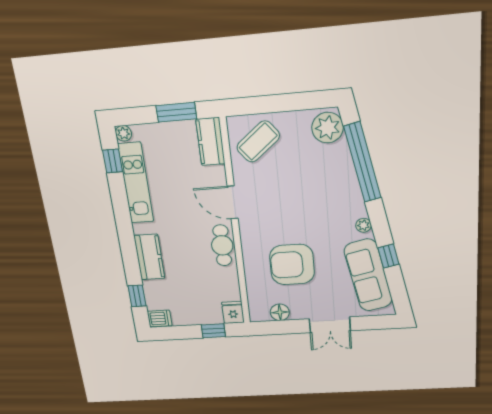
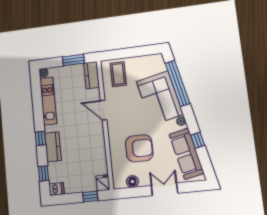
plant: (328, 128) -> (157, 65), removed
coffee table: (258, 142) -> (118, 74), turned -51
window: (113, 161) -> (40, 138), moved
corner sofa: (330, 186) -> (160, 98), added
cafe table: (222, 245) -> (97, 137), removed
armchair: (292, 265) -> (139, 148), turned 180
double door: (330, 325) -> (165, 189), swing flipped

